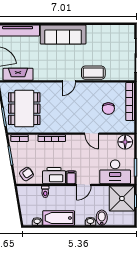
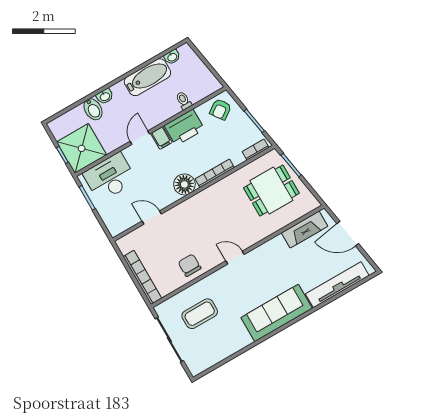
coffee table: (93, 73) -> (200, 314), moved
door: (69, 81) -> (235, 258), hinge flipped
dining table: (24, 109) -> (271, 191), width x0.73
chair: (108, 109) -> (190, 265), moved
door: (92, 134) -> (152, 217), moved
floor lamp: (125, 142) -> (184, 184), moved

